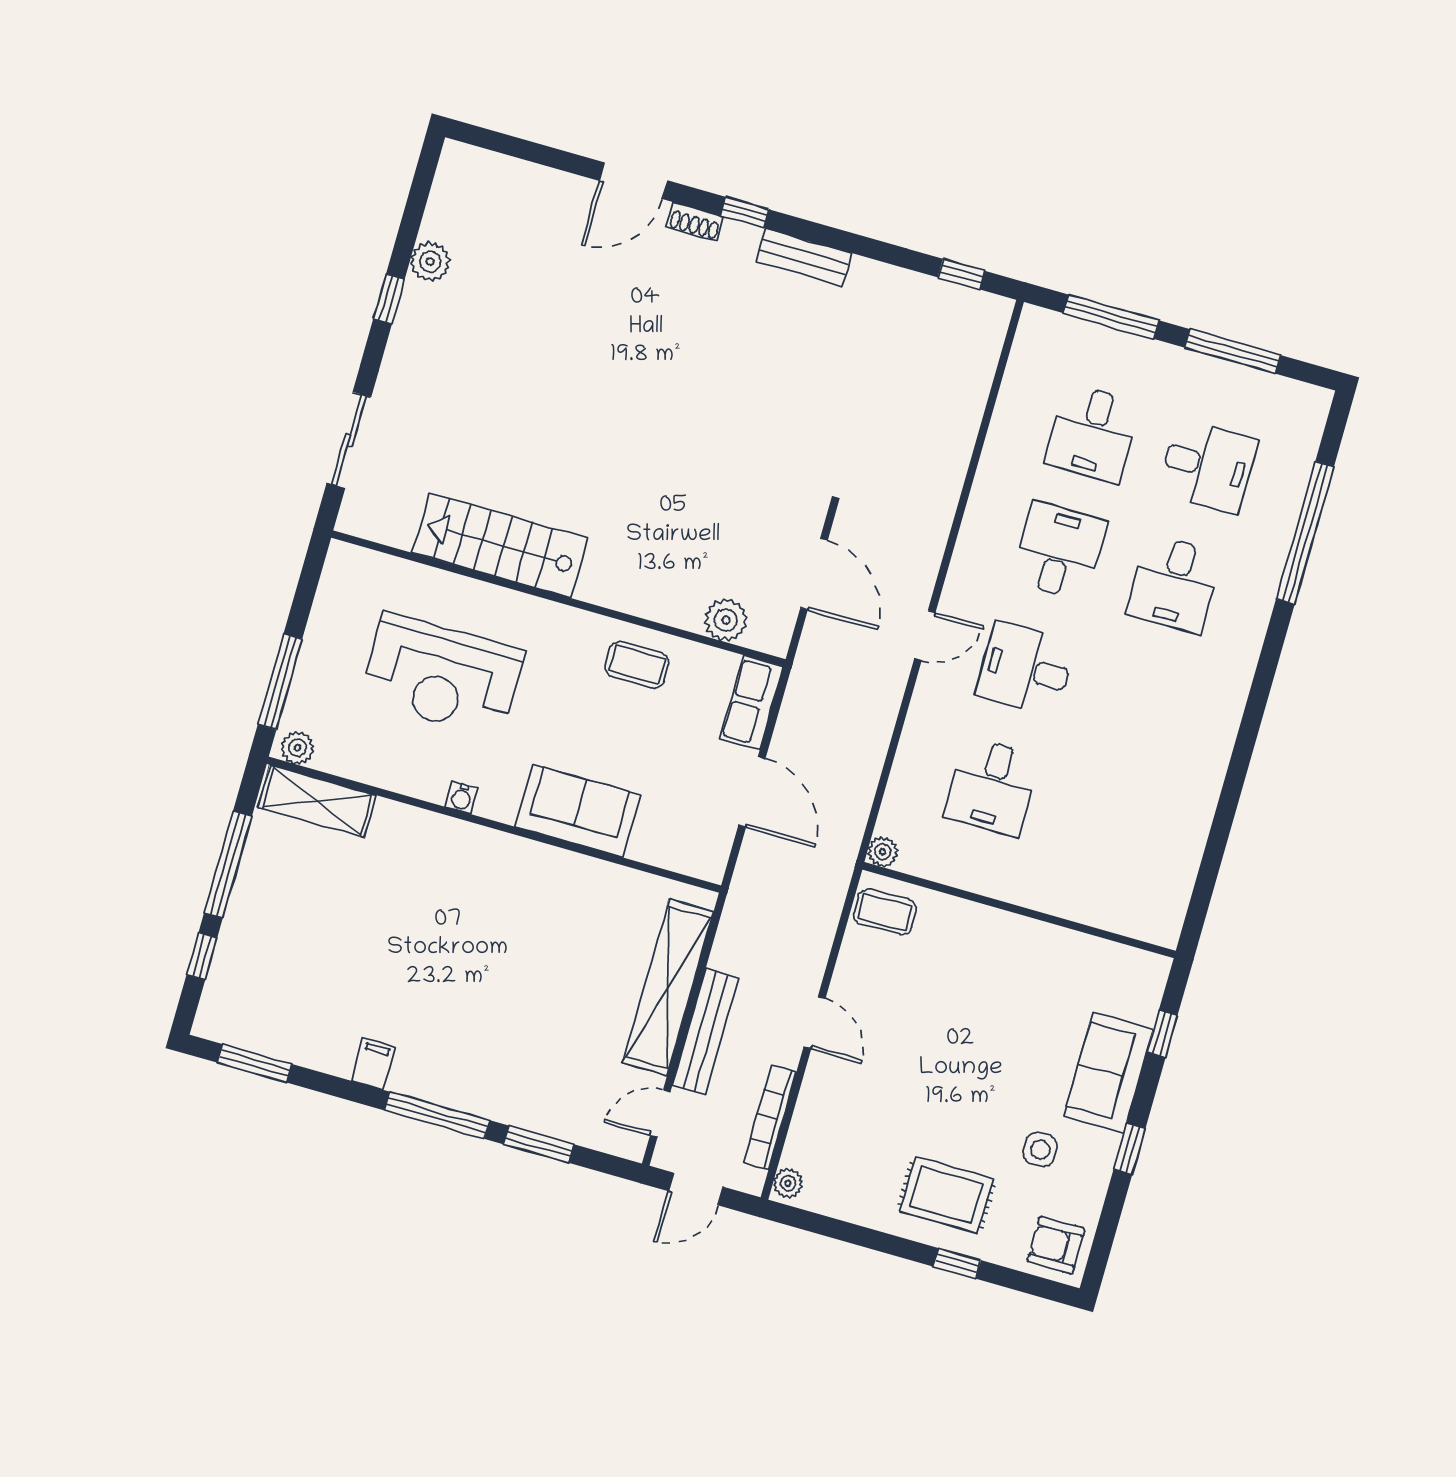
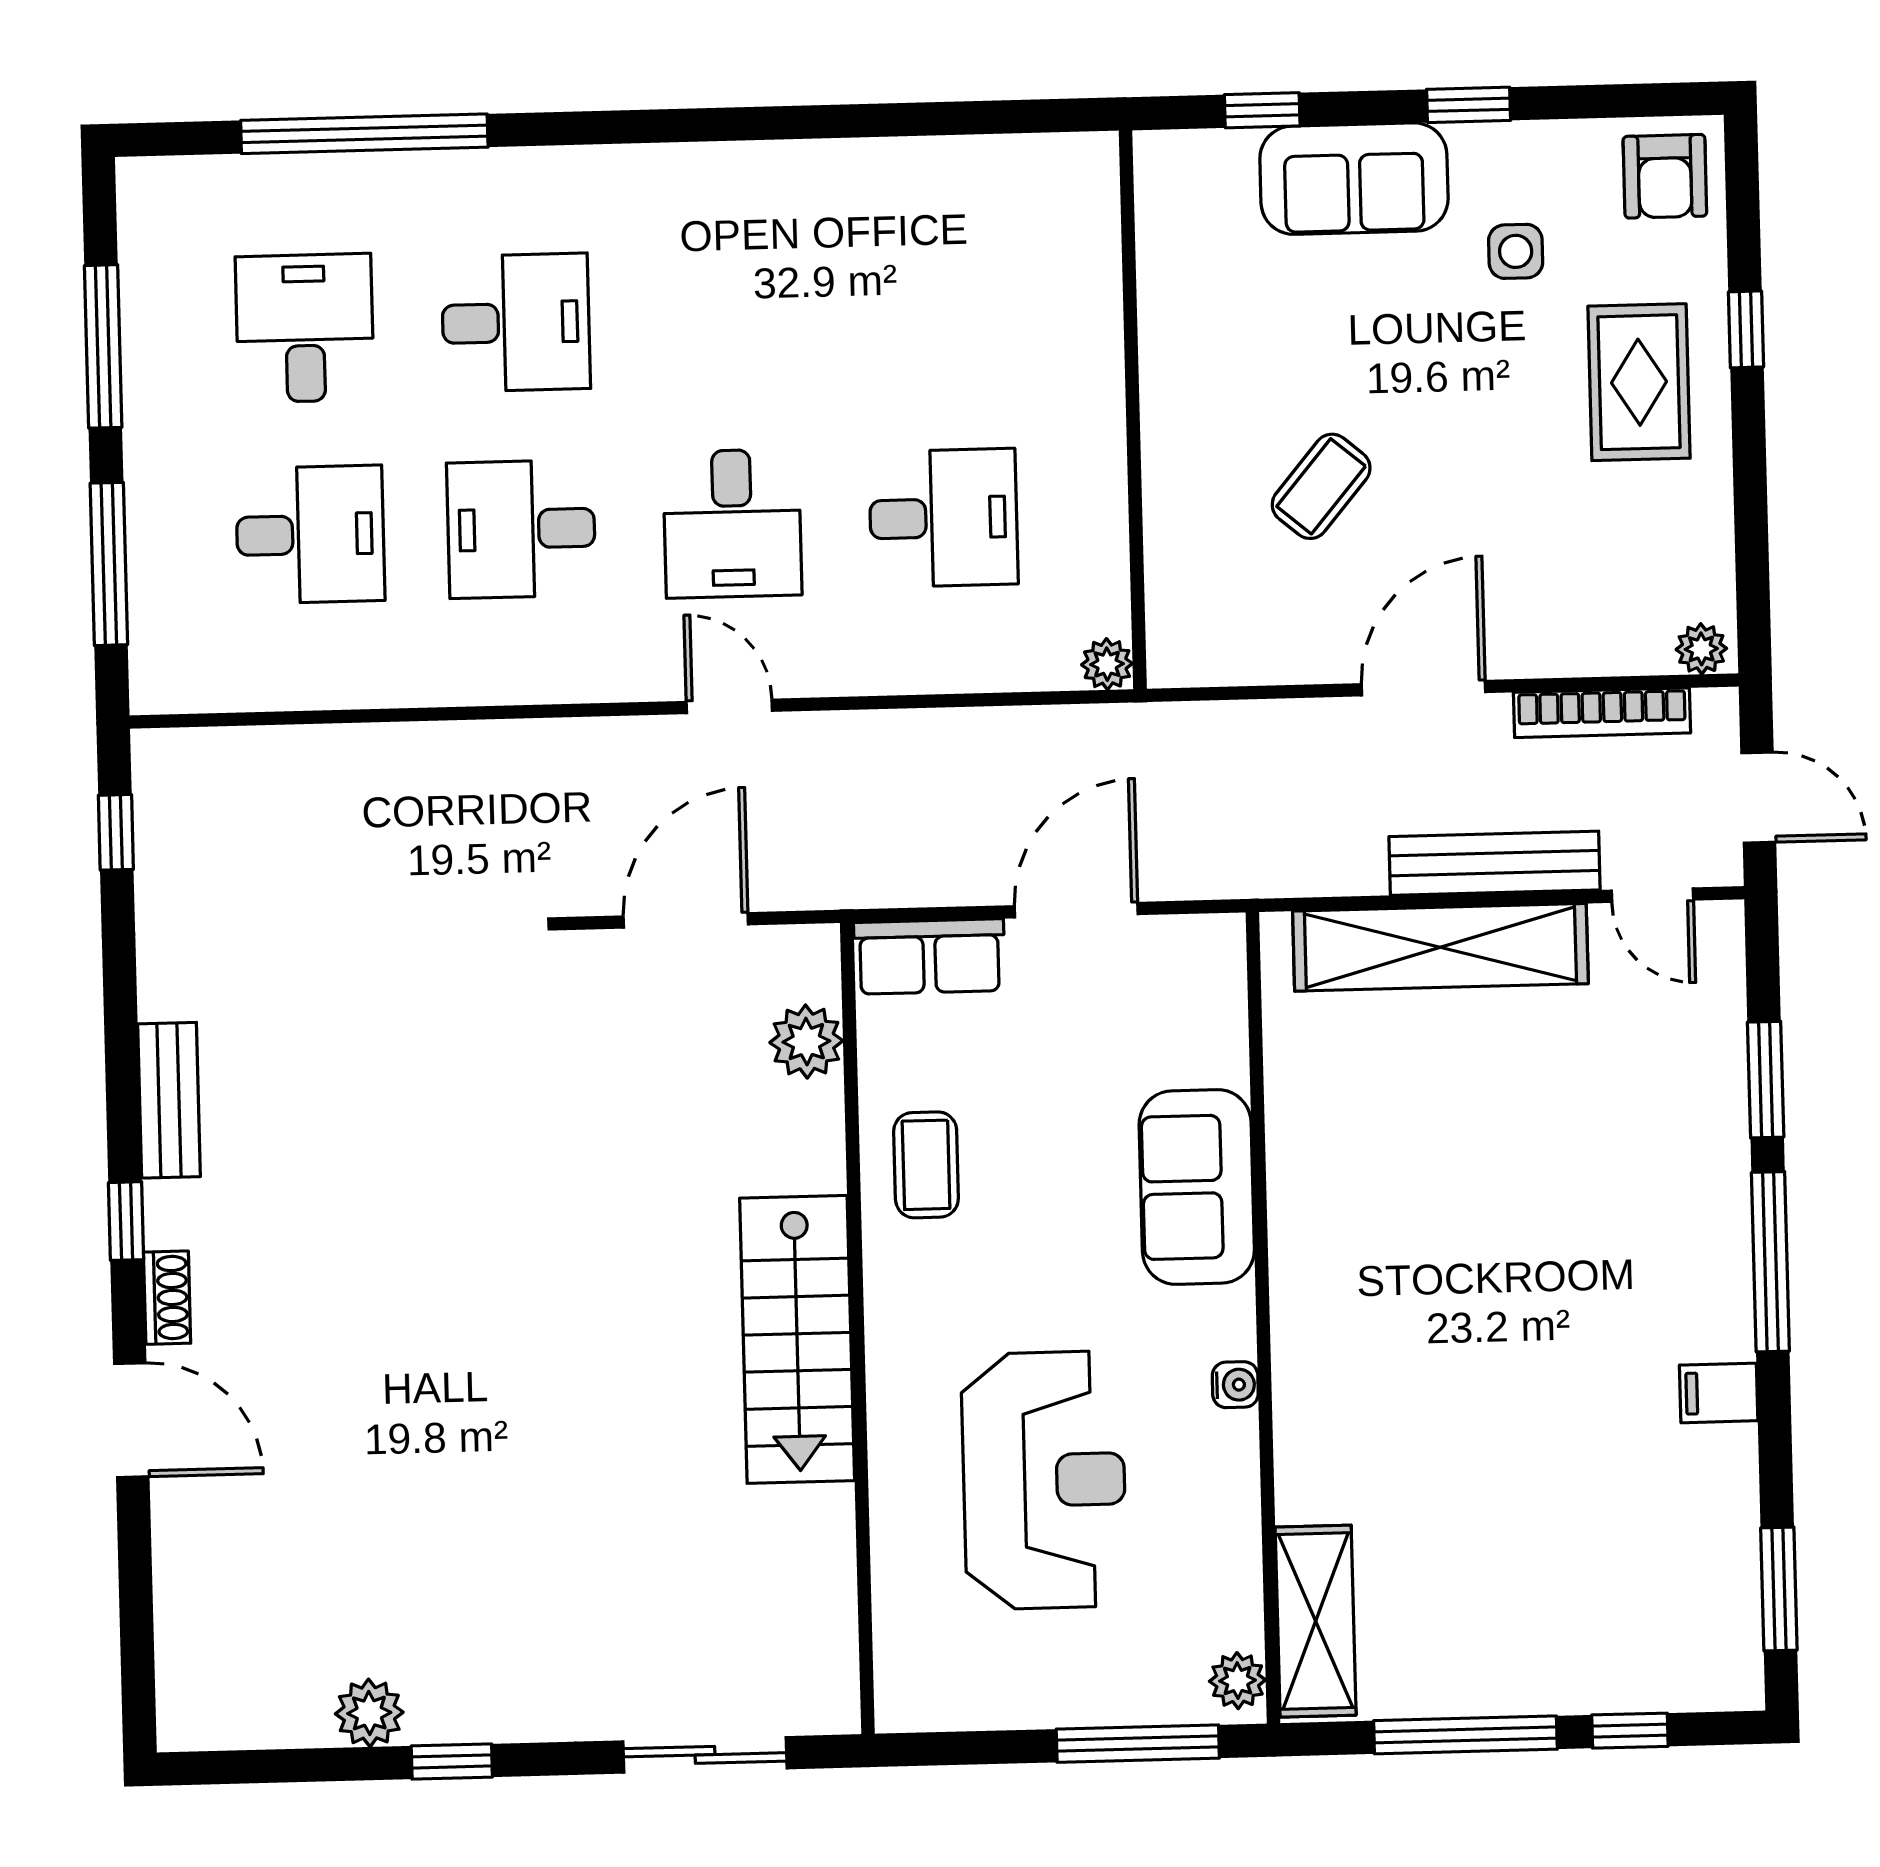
stairs: (500, 545) -> (797, 1339), moved
coffee table: (885, 912) -> (1321, 486), moved, turned 42
door: (814, 1023) -> (1423, 688), width x1.38

